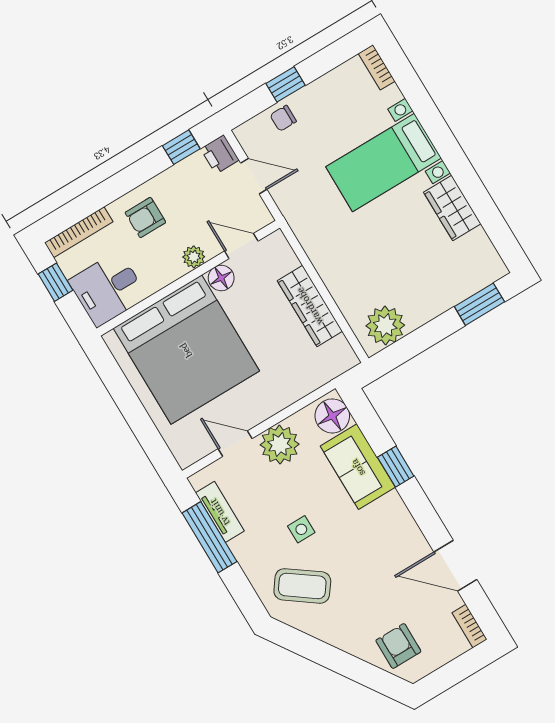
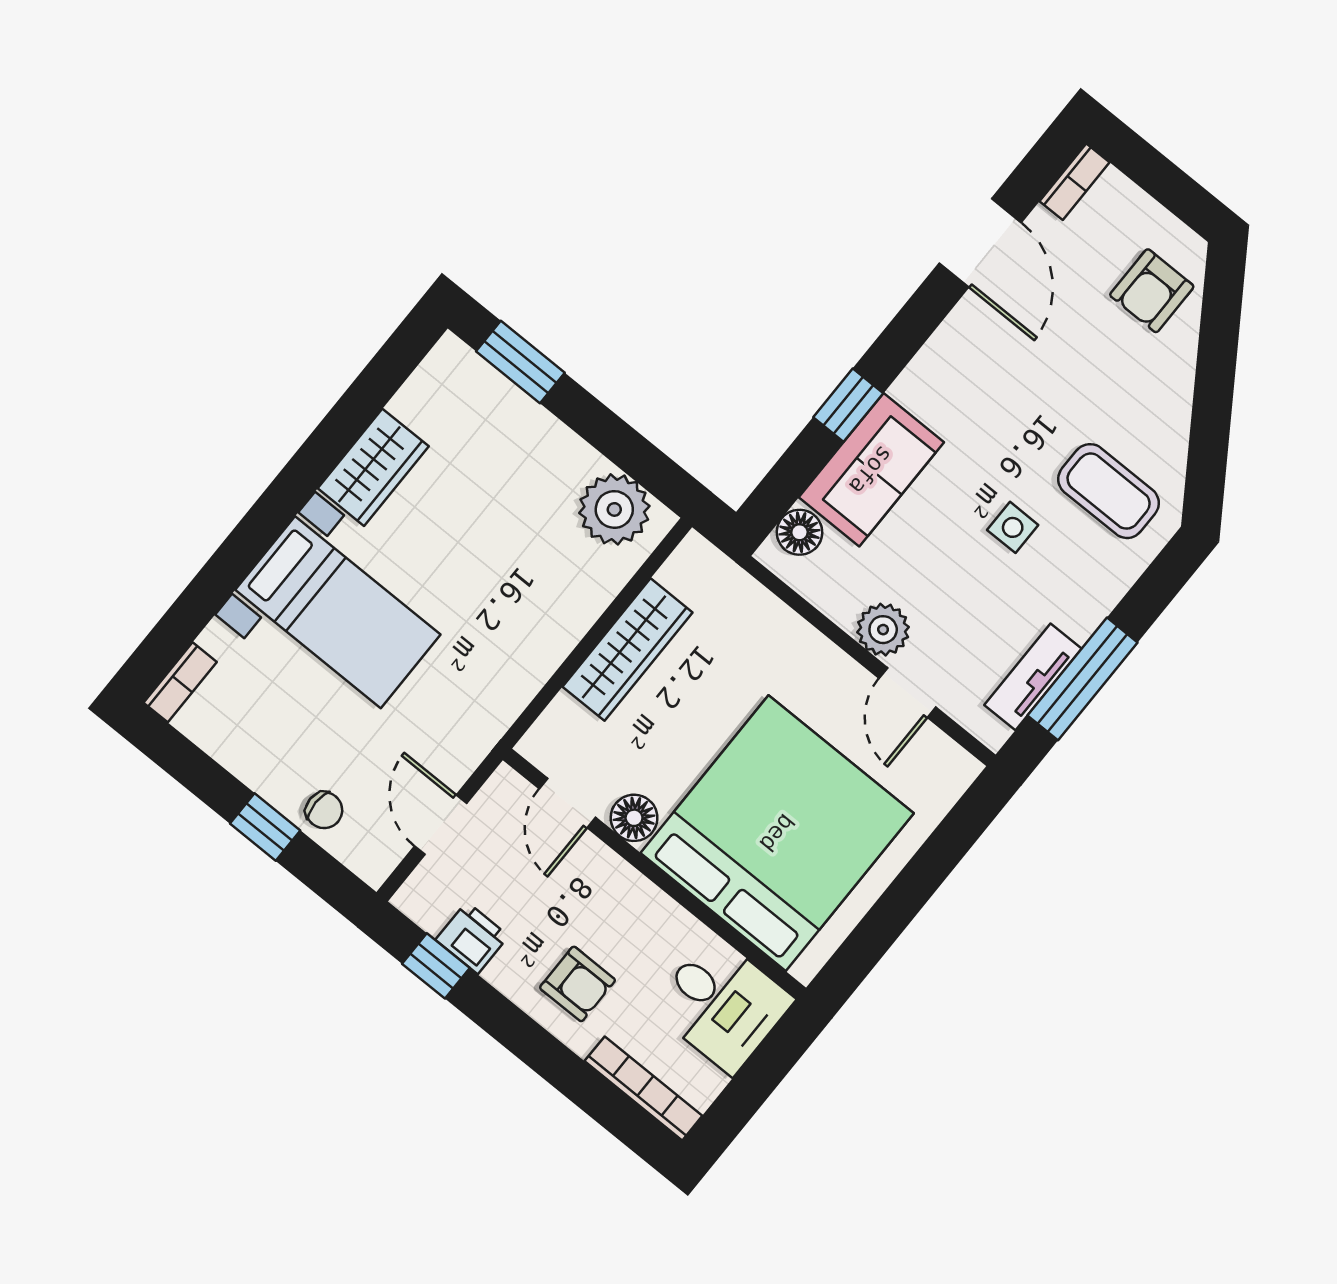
printer: (220, 154) -> (472, 938), moved, turned -90
plant: (194, 257) -> (615, 878), removed
window: (56, 282) -> (743, 1097), removed
floor lamp: (332, 416) -> (799, 532), width x0.73, depth x0.73
plant: (280, 445) -> (883, 630), width x0.73, depth x0.73
coffee table: (302, 586) -> (1109, 491), turned -36

